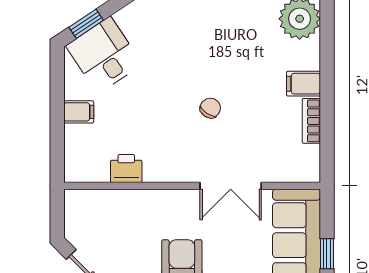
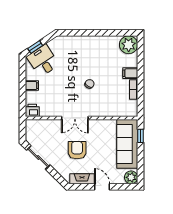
printer: (126, 169) -> (32, 110), moved
double door: (231, 186) -> (75, 118), moved
window: (327, 254) -> (141, 136), moved

